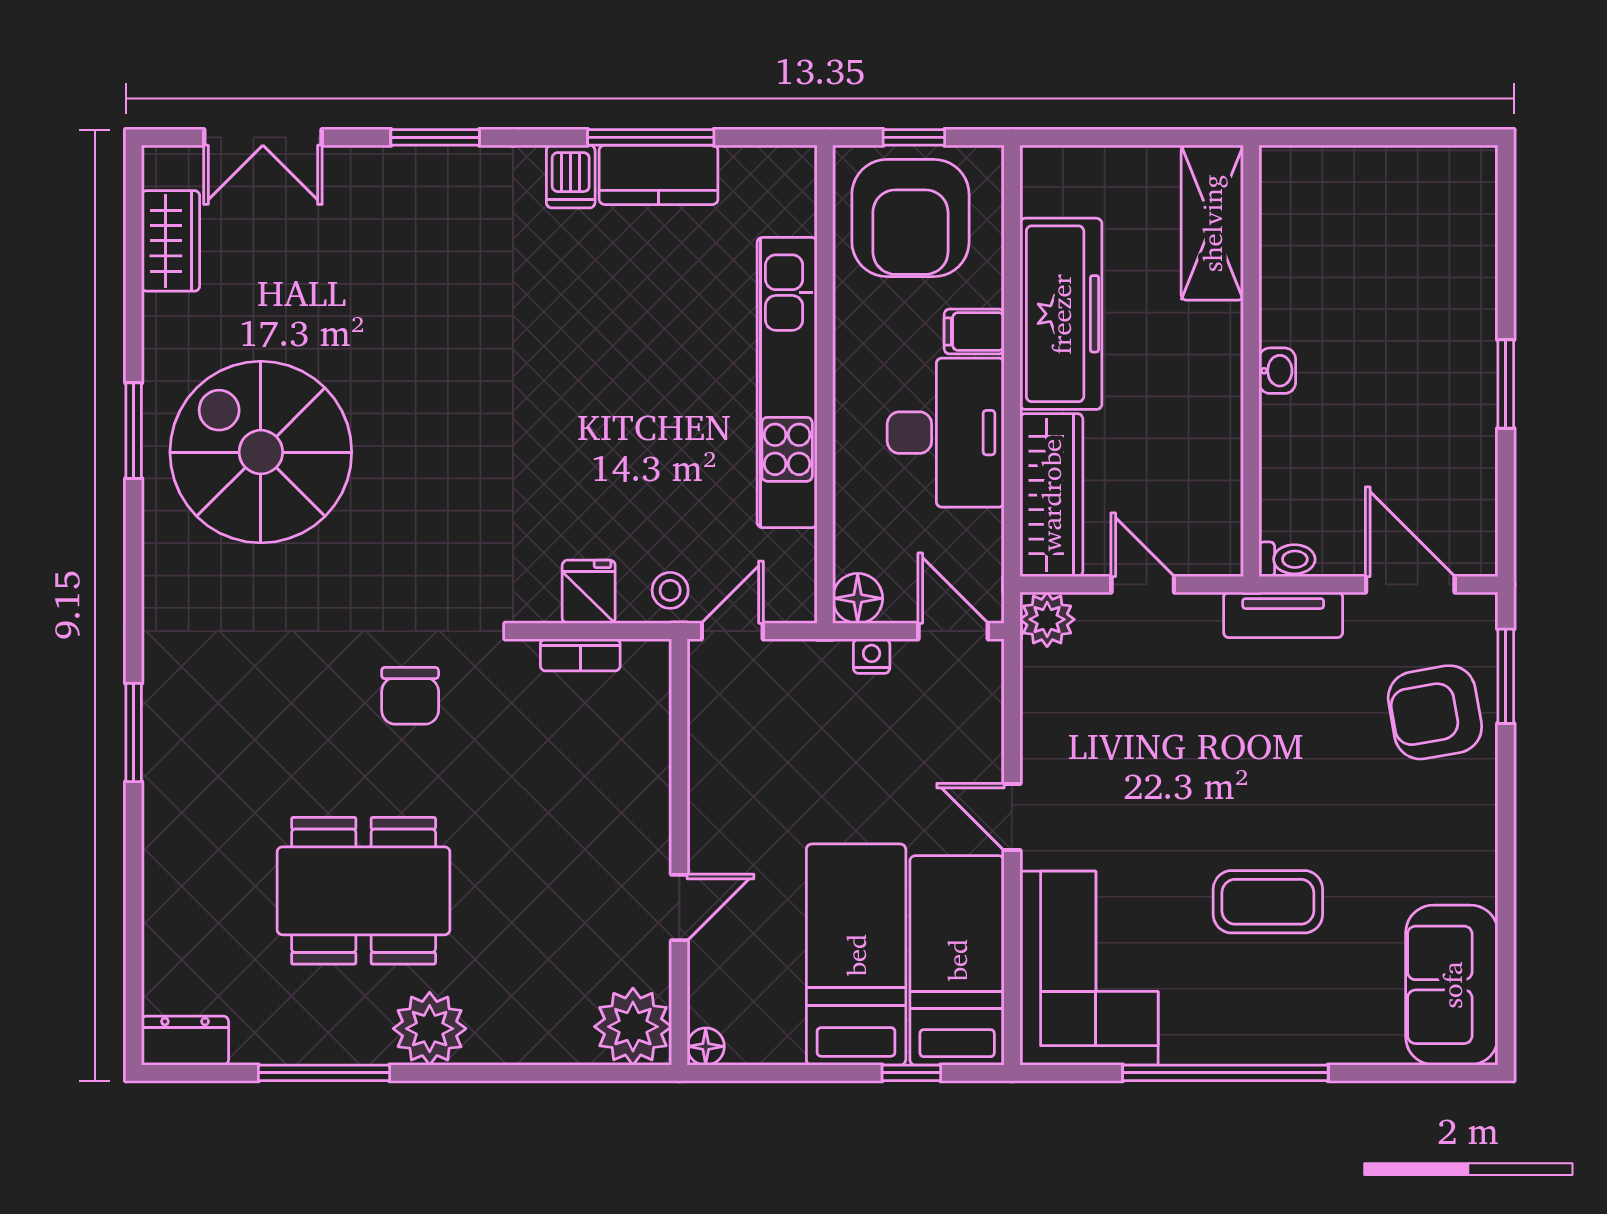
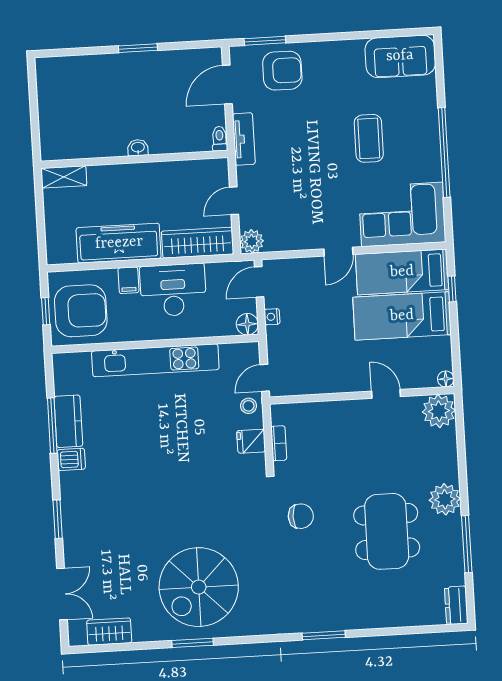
shelving: (1212, 223) -> (64, 177), width x0.67, depth x0.75
door: (732, 631) -> (265, 378), hinge flipped
armchair: (1435, 712) -> (282, 71), turned -80

